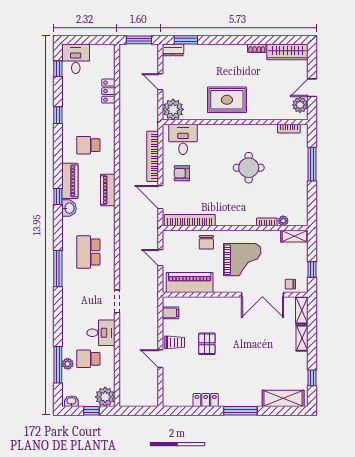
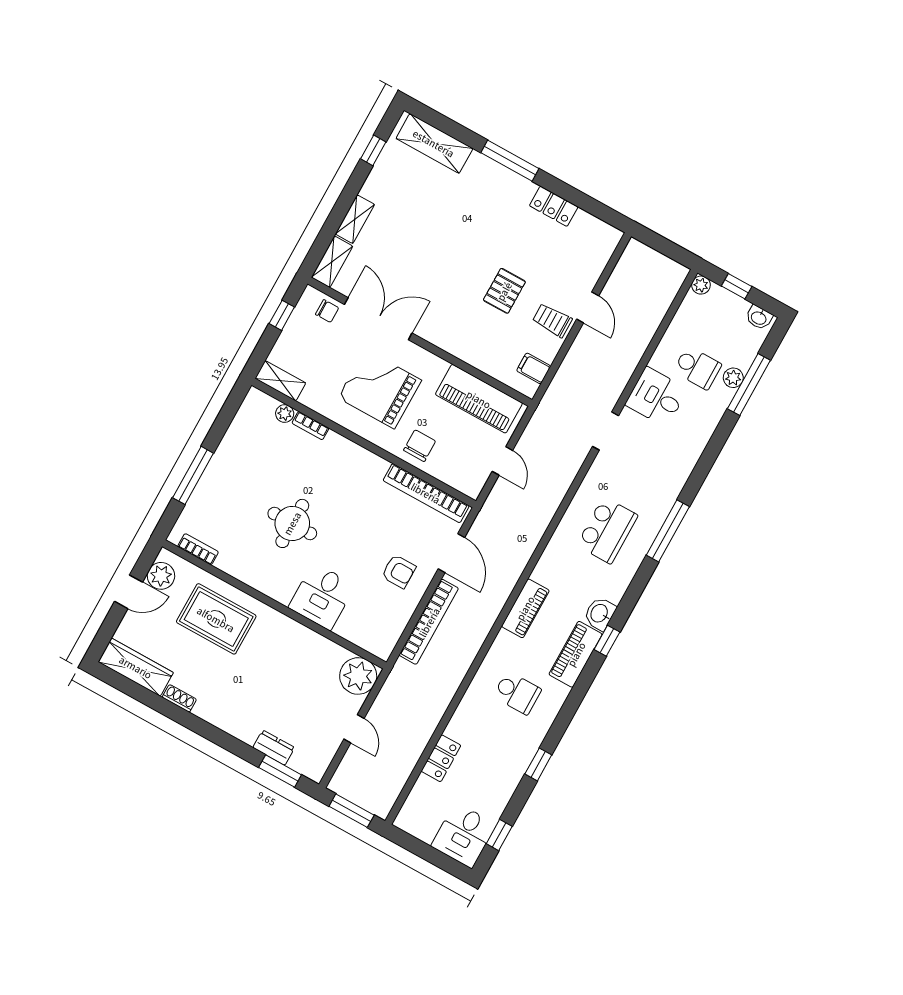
dresser: (173, 50) -> (274, 748), moved
rug: (227, 100) -> (216, 619), moved
desk: (183, 139) -> (322, 596), moved
plant: (105, 397) -> (701, 285), width x0.53, depth x0.53

